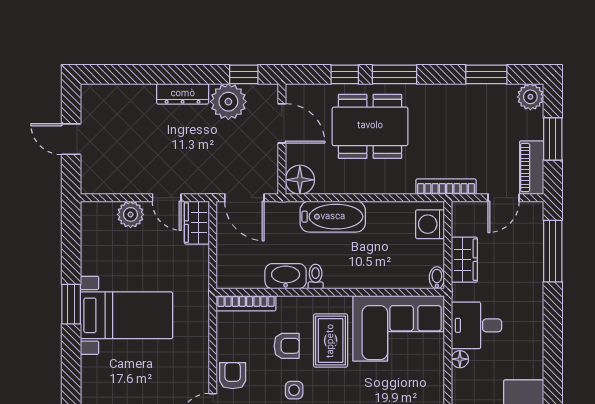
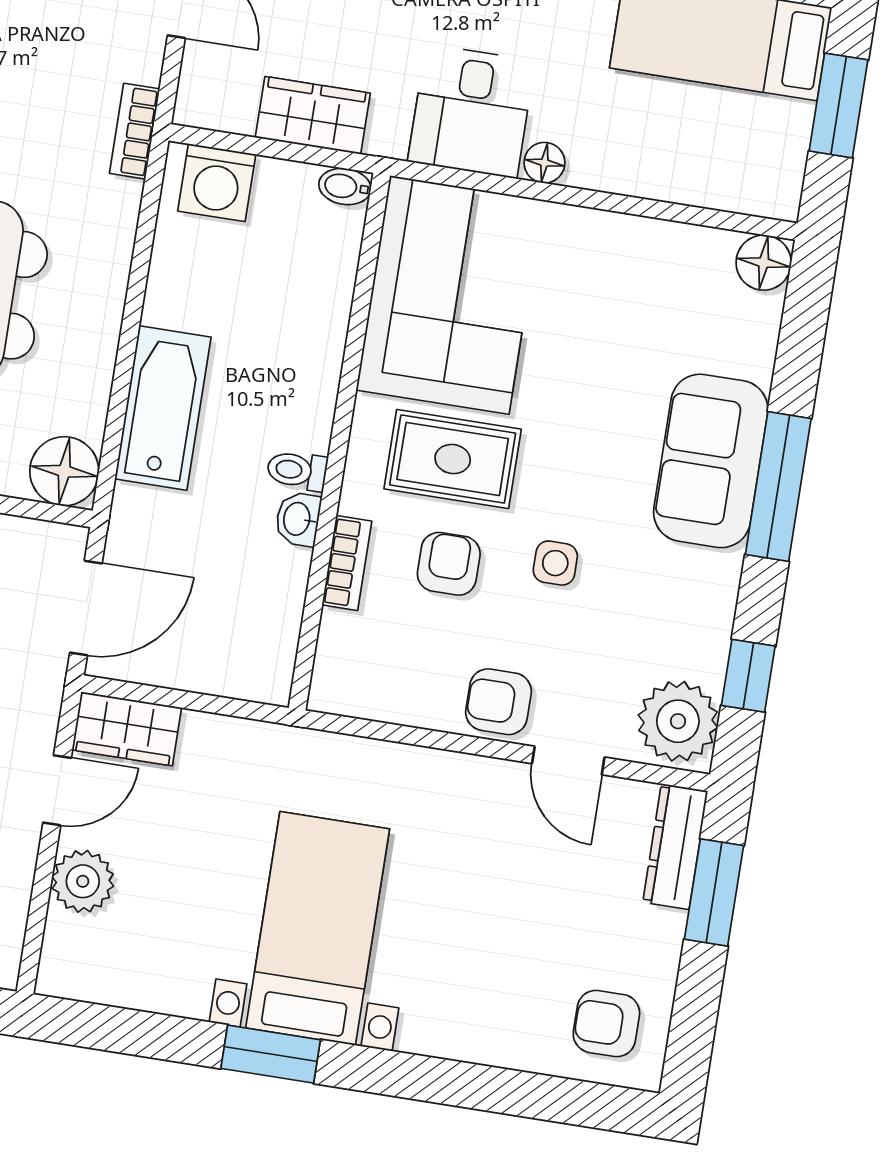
bookcase: (446, 187) -> (135, 131), width x0.64
washbasin: (286, 276) -> (298, 519), width x0.52, depth x0.69
bookcase: (246, 303) -> (347, 563), moved, width x0.64

